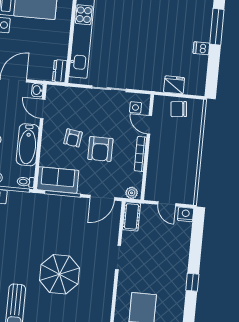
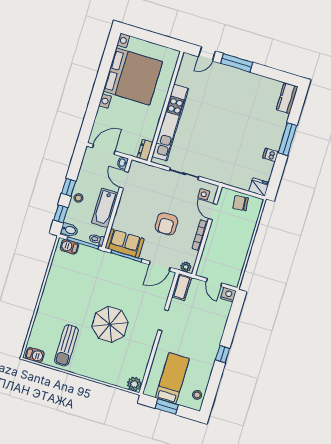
fridge: (174, 85) -> (259, 187), moved
armchair: (73, 138) -> (145, 210), removed

